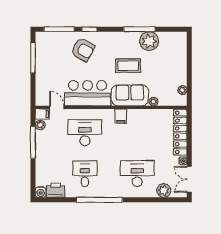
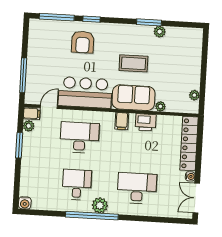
window: (139, 29) -> (149, 22), width x0.69
plant: (149, 41) -> (160, 32), width x0.53, depth x0.53
armchair: (83, 50) -> (83, 42), turned 61
window: (33, 58) -> (23, 75), moved
door: (57, 107) -> (49, 107), hinge flipped
window: (33, 142) -> (19, 145), width x0.69
printer: (56, 190) -> (146, 122), moved, turned 180
plant: (164, 190) -> (100, 205), moved

